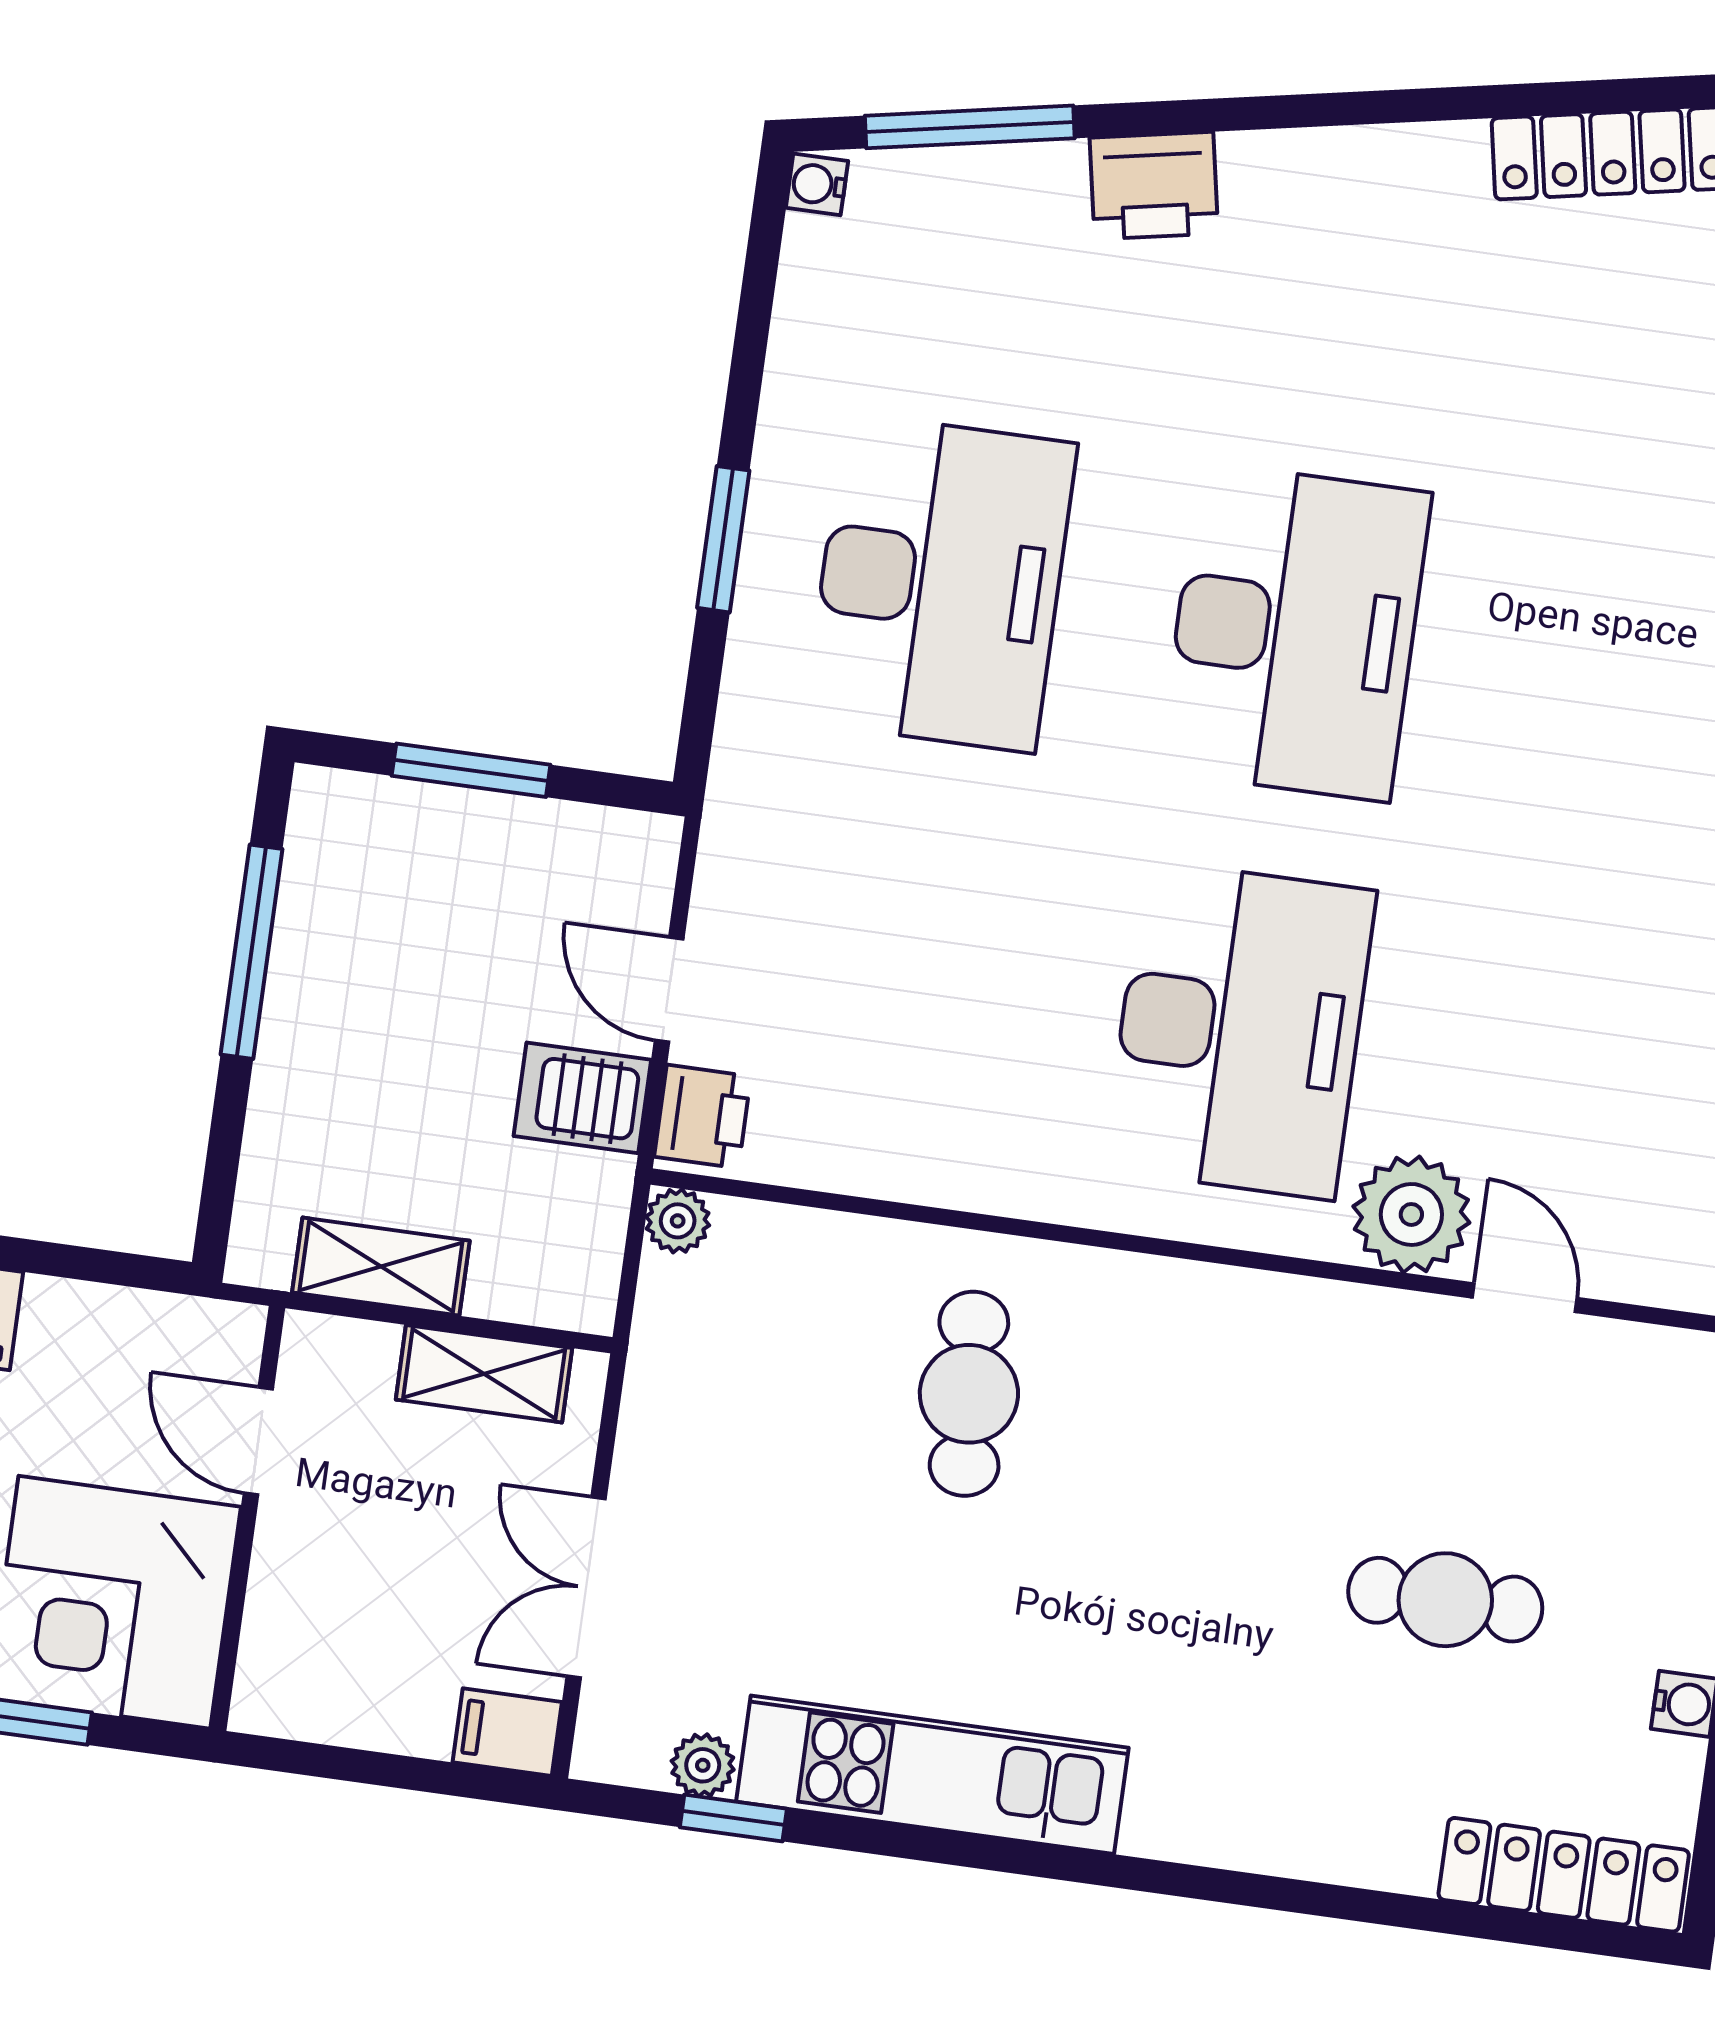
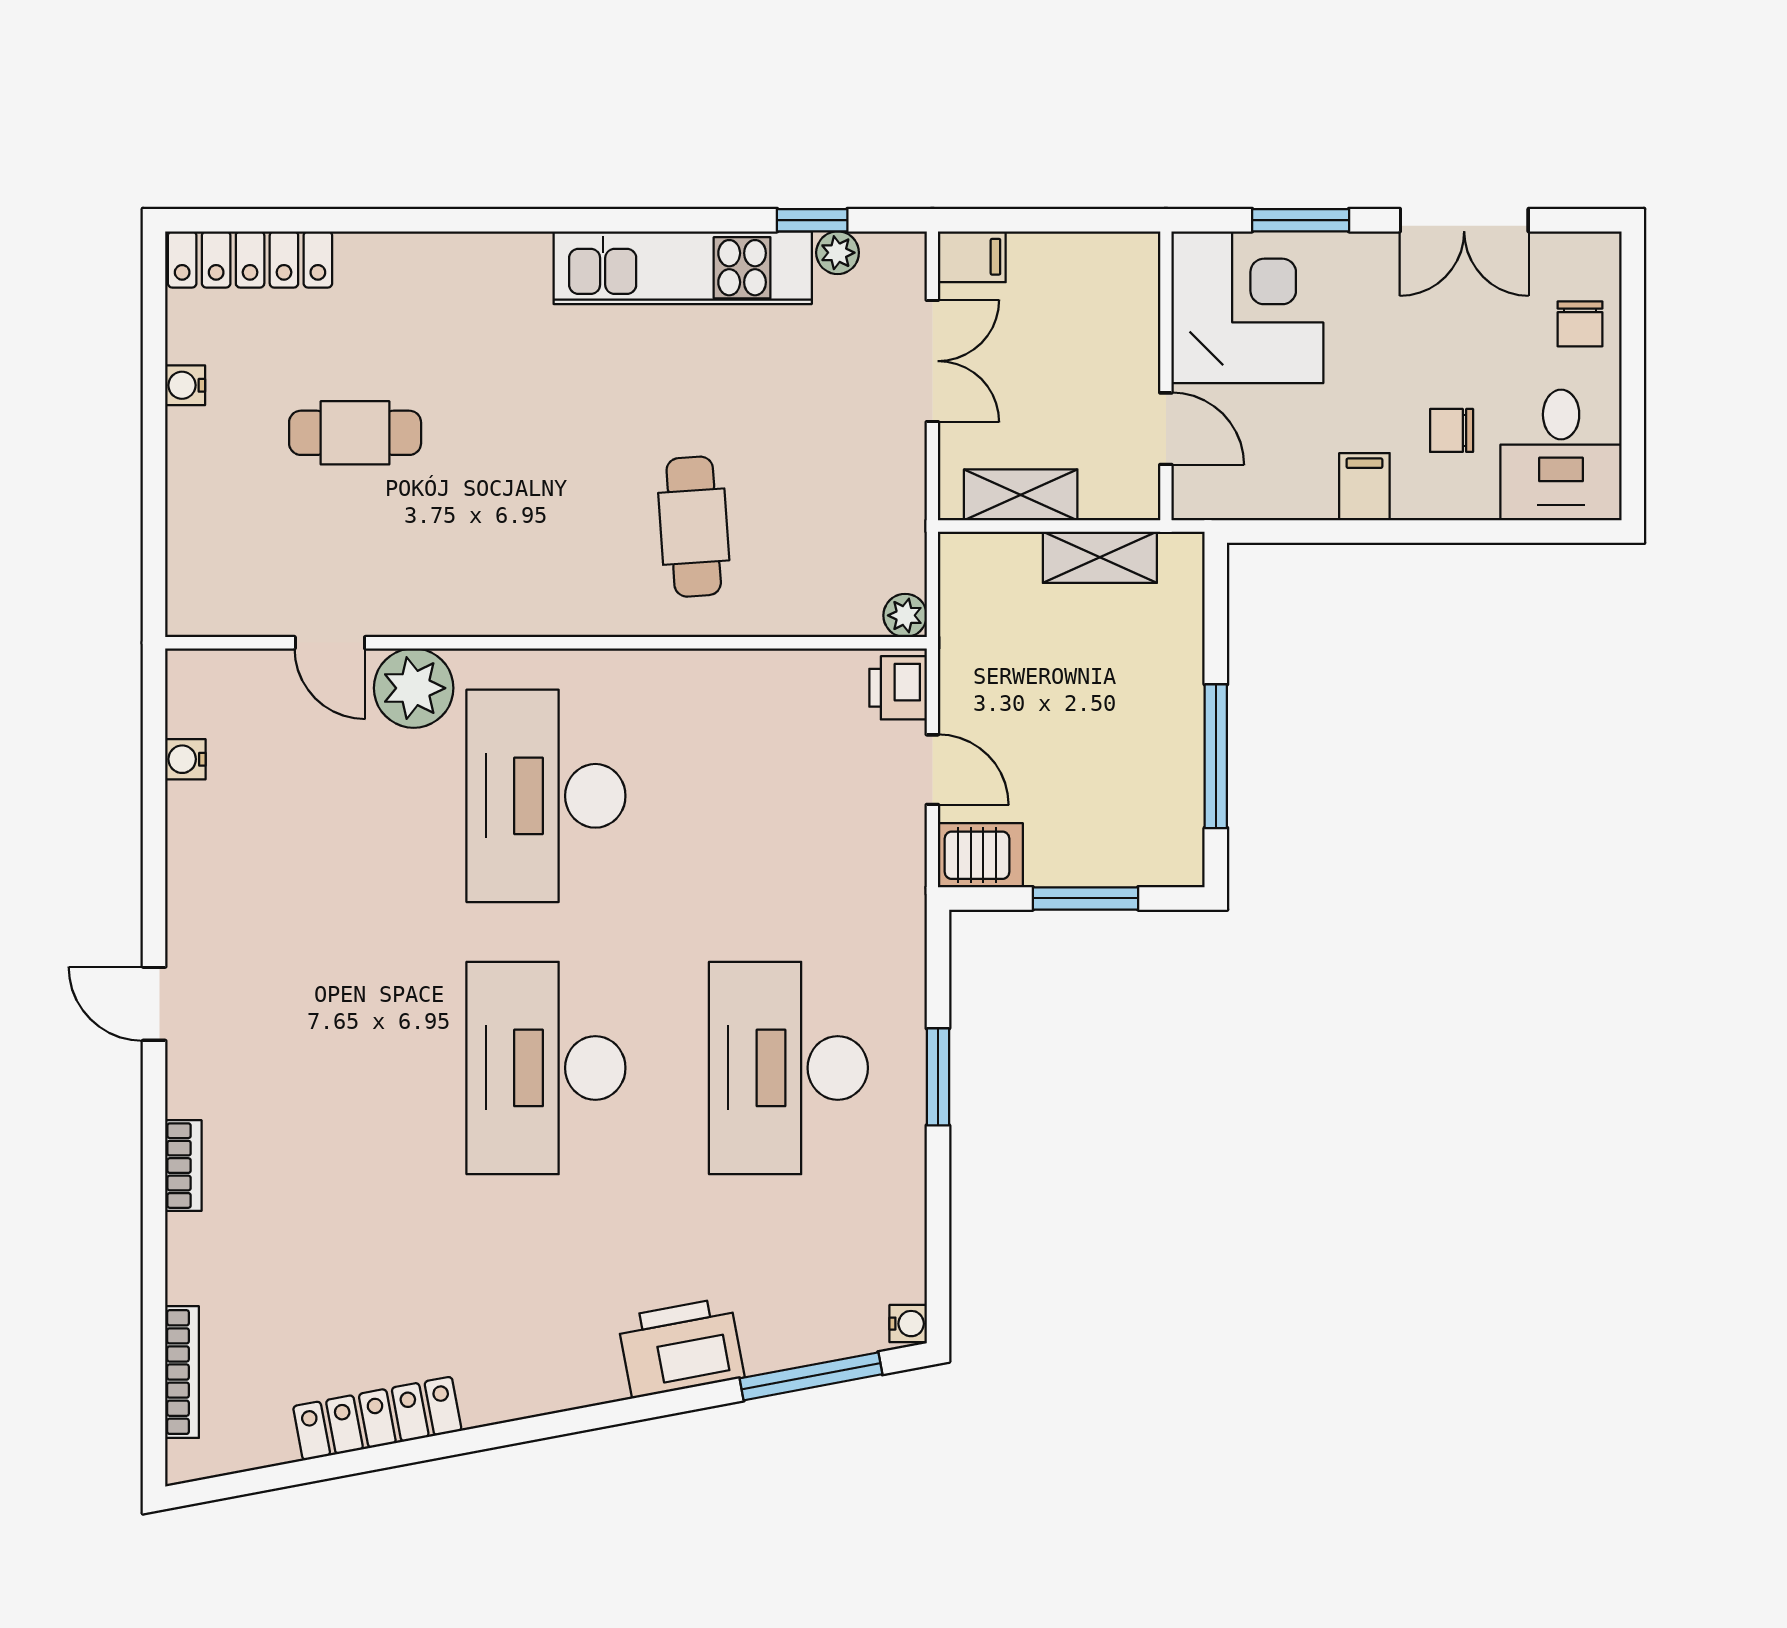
printer: (1154, 186) -> (681, 1347), width x1.37, depth x1.19
server rack: (582, 1098) -> (980, 855), moved

